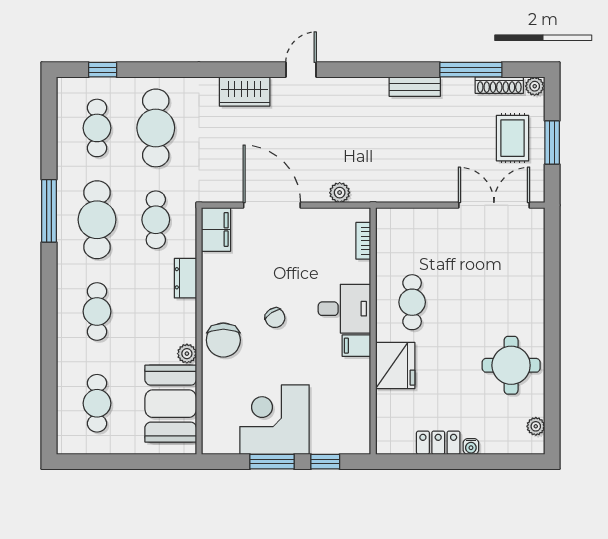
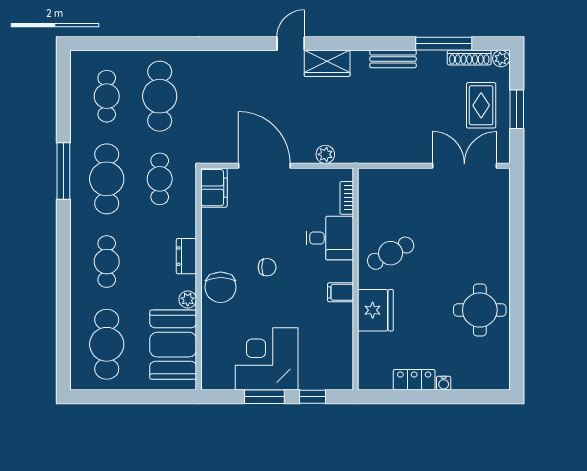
window: (103, 70) -> (112, 44), removed
wardrobe: (245, 92) -> (327, 63), moved
dresser: (185, 278) -> (186, 256), moved
cafe table: (412, 302) -> (391, 253), turned 62
desk: (344, 309) -> (330, 238), moved
chair: (275, 318) -> (267, 267), turned -57
cafe table: (97, 403) -> (107, 344), width x1.37, depth x1.35
plant: (536, 426) -> (502, 365), removed

